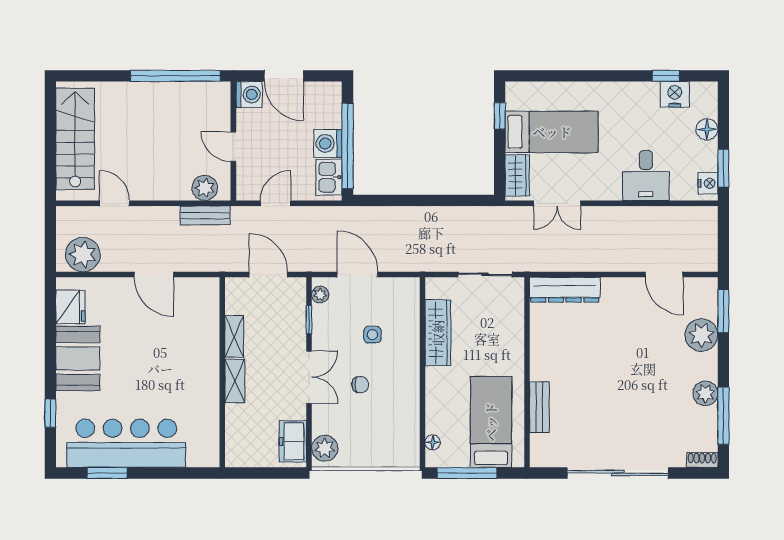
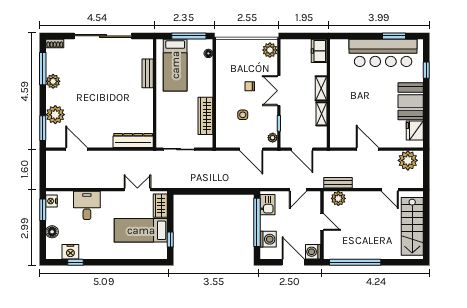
washing machine: (328, 143) -> (268, 239), moved
freezer: (293, 441) -> (319, 51), moved, turned 180

